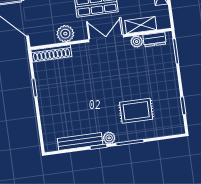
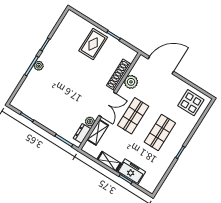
shoe rack: (51, 53) -> (119, 75), moved
rug: (136, 111) -> (93, 44), moved
plant: (109, 138) -> (39, 66), moved
bench: (80, 141) -> (58, 36), removed

